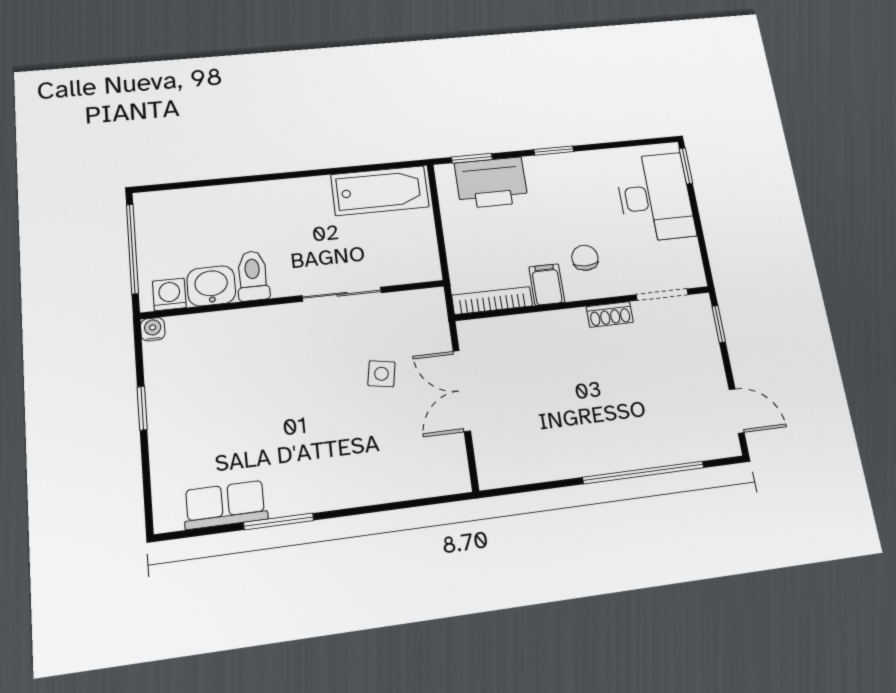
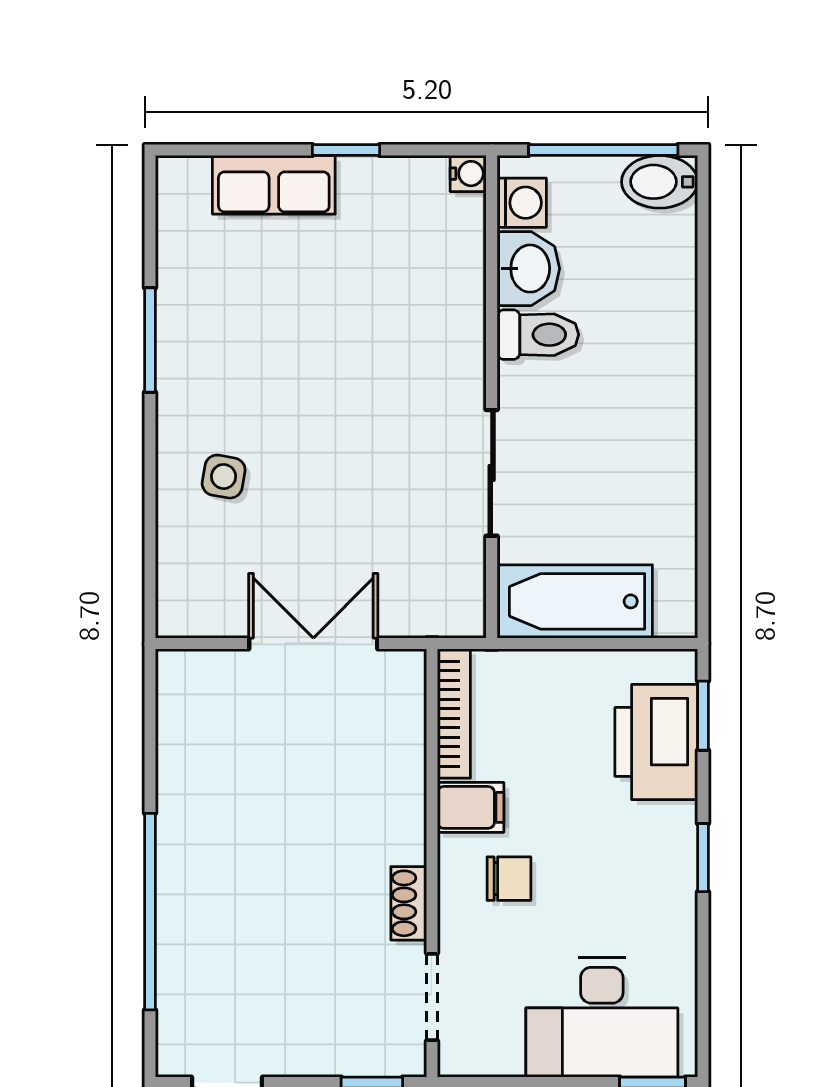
bathtub: (380, 191) -> (575, 601), moved, turned 90
bidet: (150, 214) -> (660, 182), added
side table: (381, 374) -> (224, 477), moved
row of seats: (225, 505) -> (274, 185), moved, turned 90

